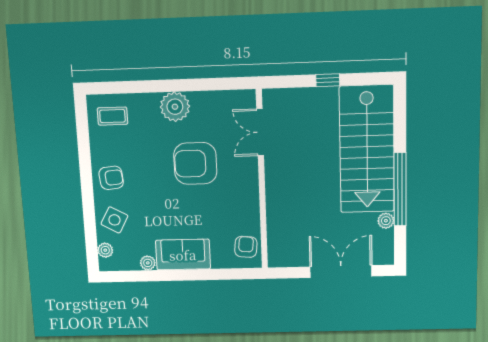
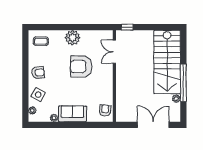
window: (328, 80) -> (127, 27), moved

